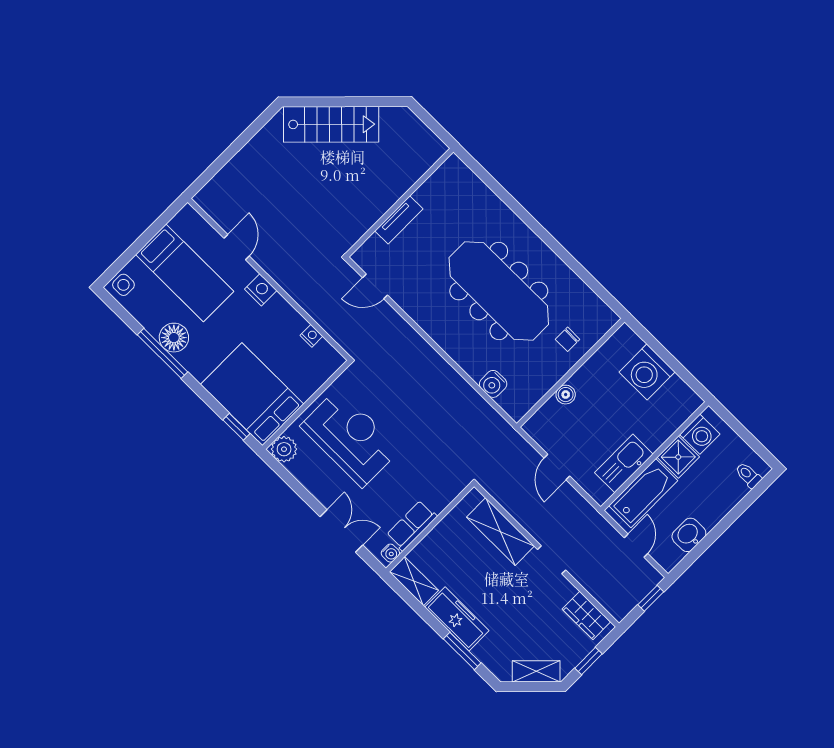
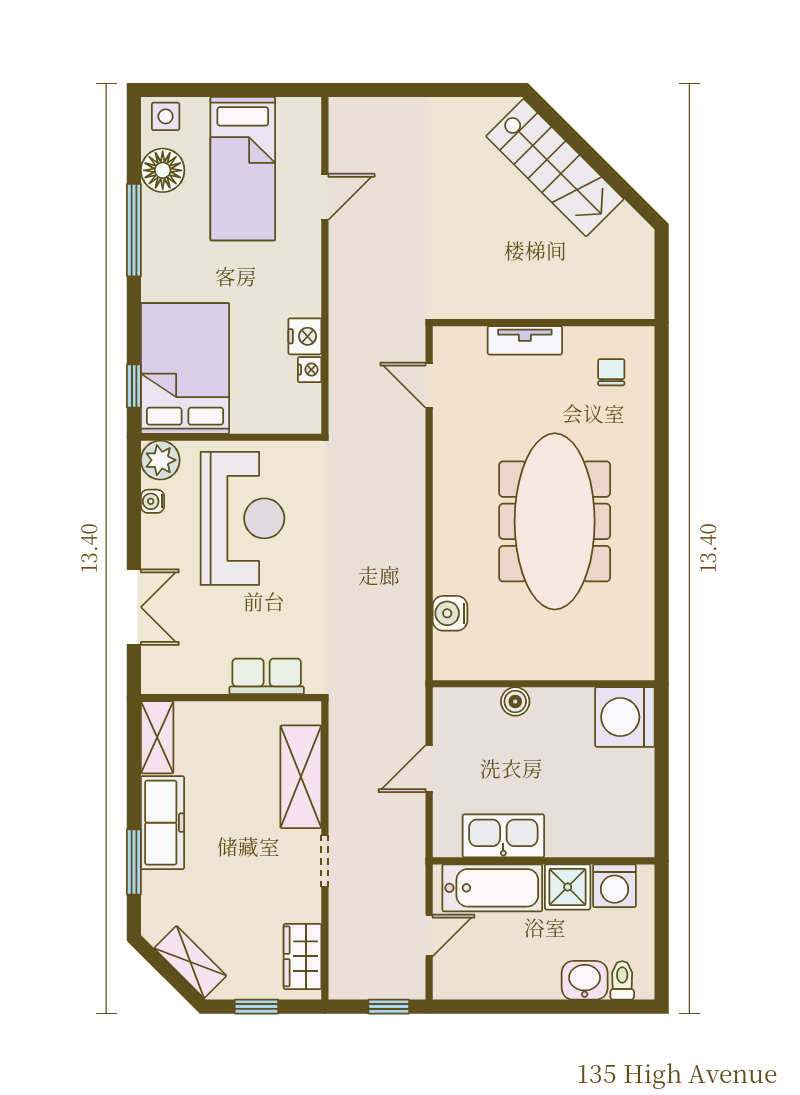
nightstand: (261, 290) -> (305, 336), moved
floor lamp: (174, 338) -> (163, 170), moved
chair: (568, 339) -> (611, 372), moved, turned 90
washing machine: (647, 372) -> (625, 717), moved
row of seats: (412, 526) -> (267, 676), moved
washbasin: (689, 535) -> (585, 980), moved
water cooler: (390, 553) -> (153, 501), moved, turned 90

